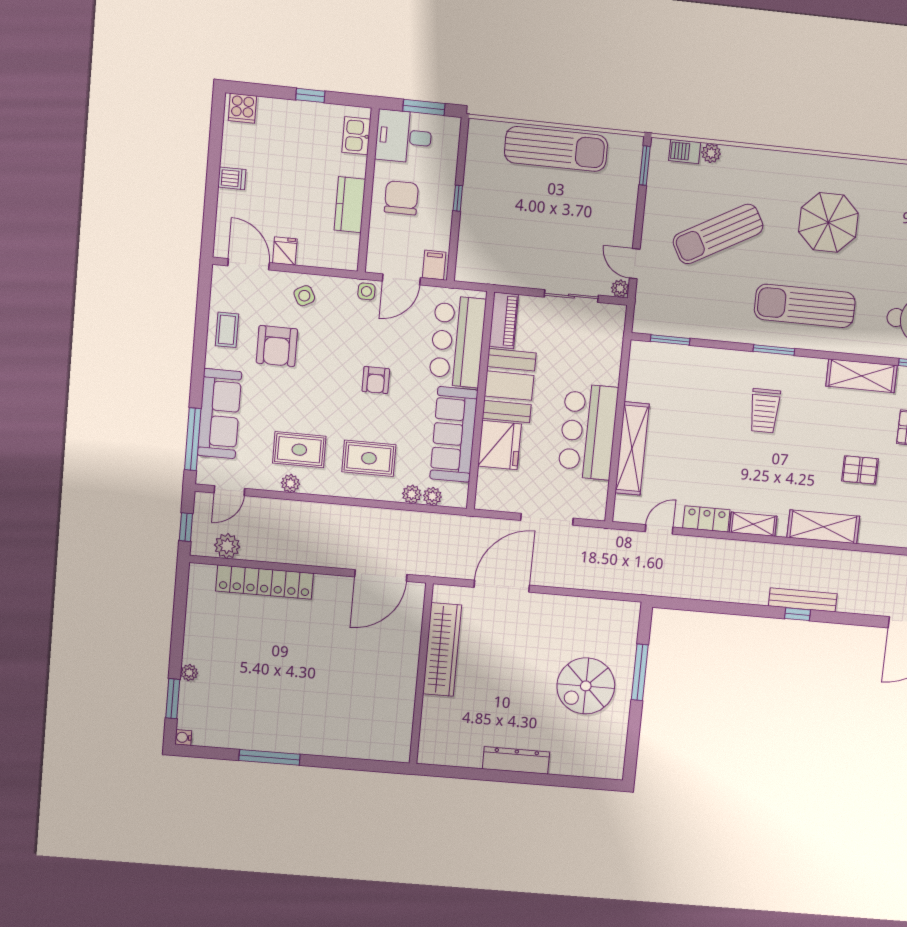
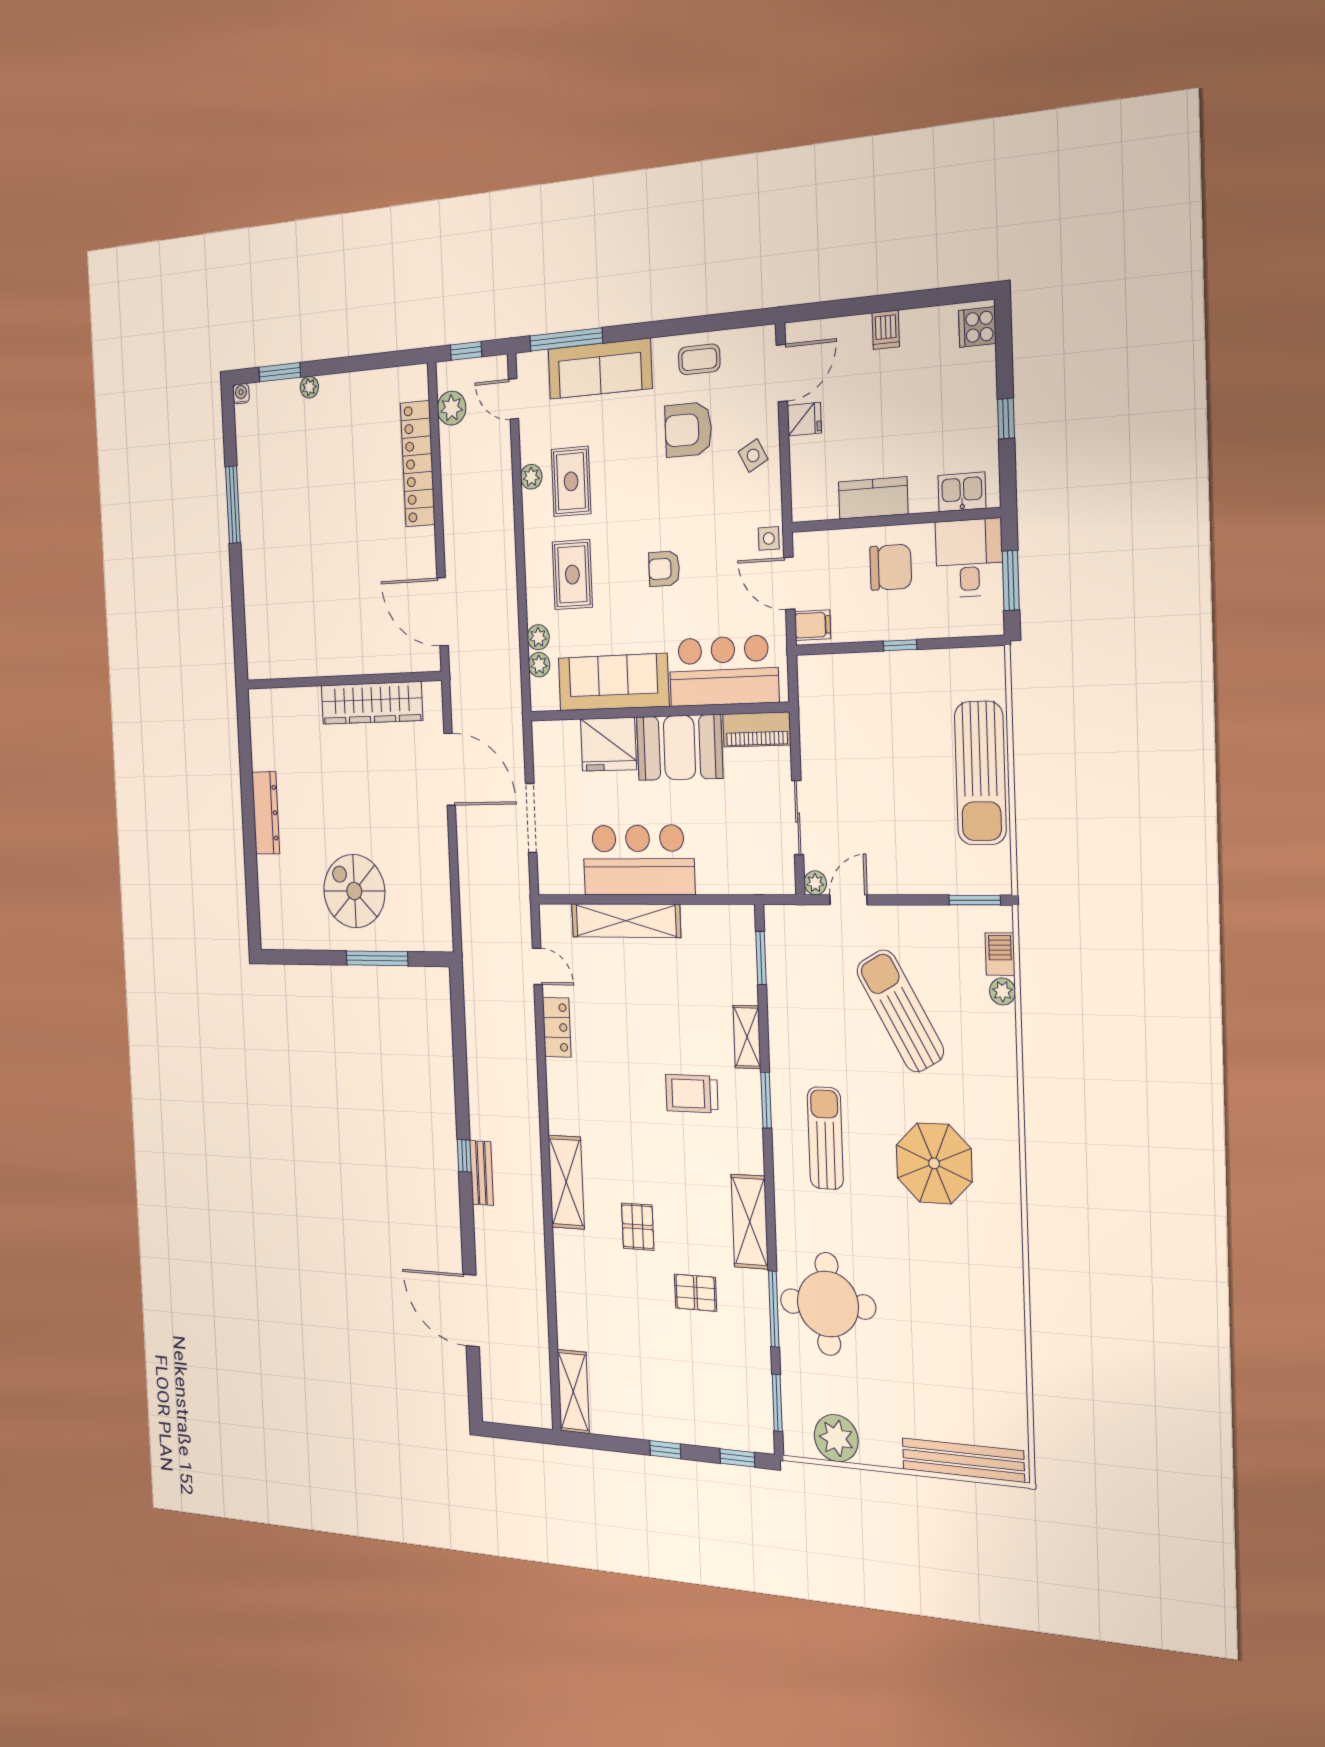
sun lounger: (805, 306) -> (825, 1138), width x0.73, depth x0.75
shelving: (753, 524) -> (747, 1037), moved
bench: (803, 600) -> (481, 1173), width x0.73

